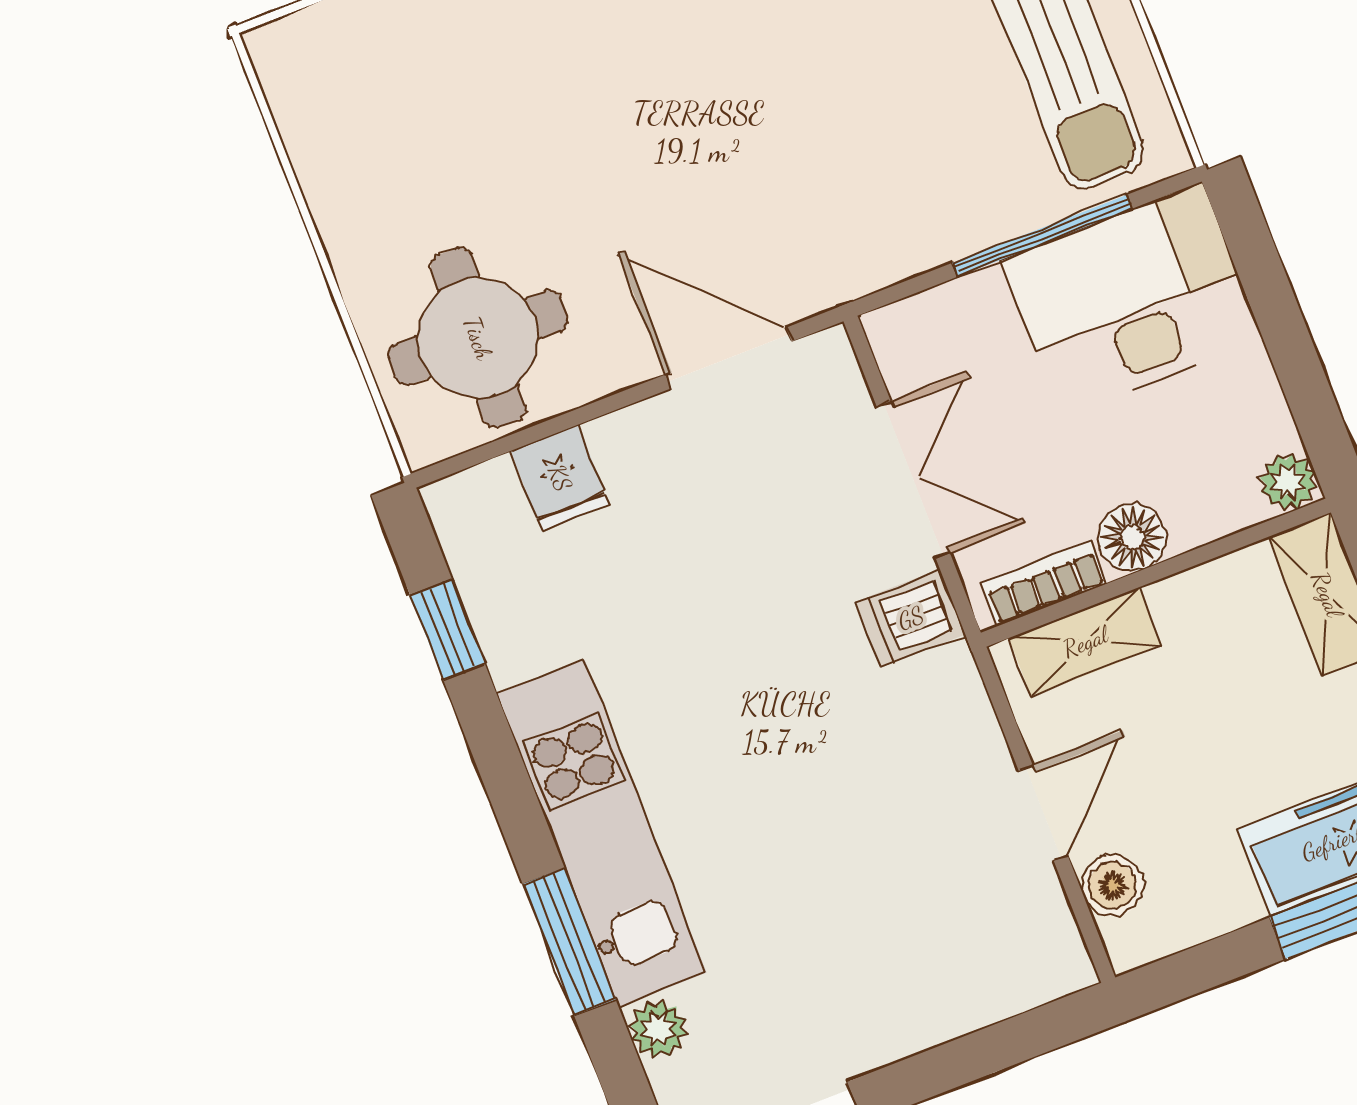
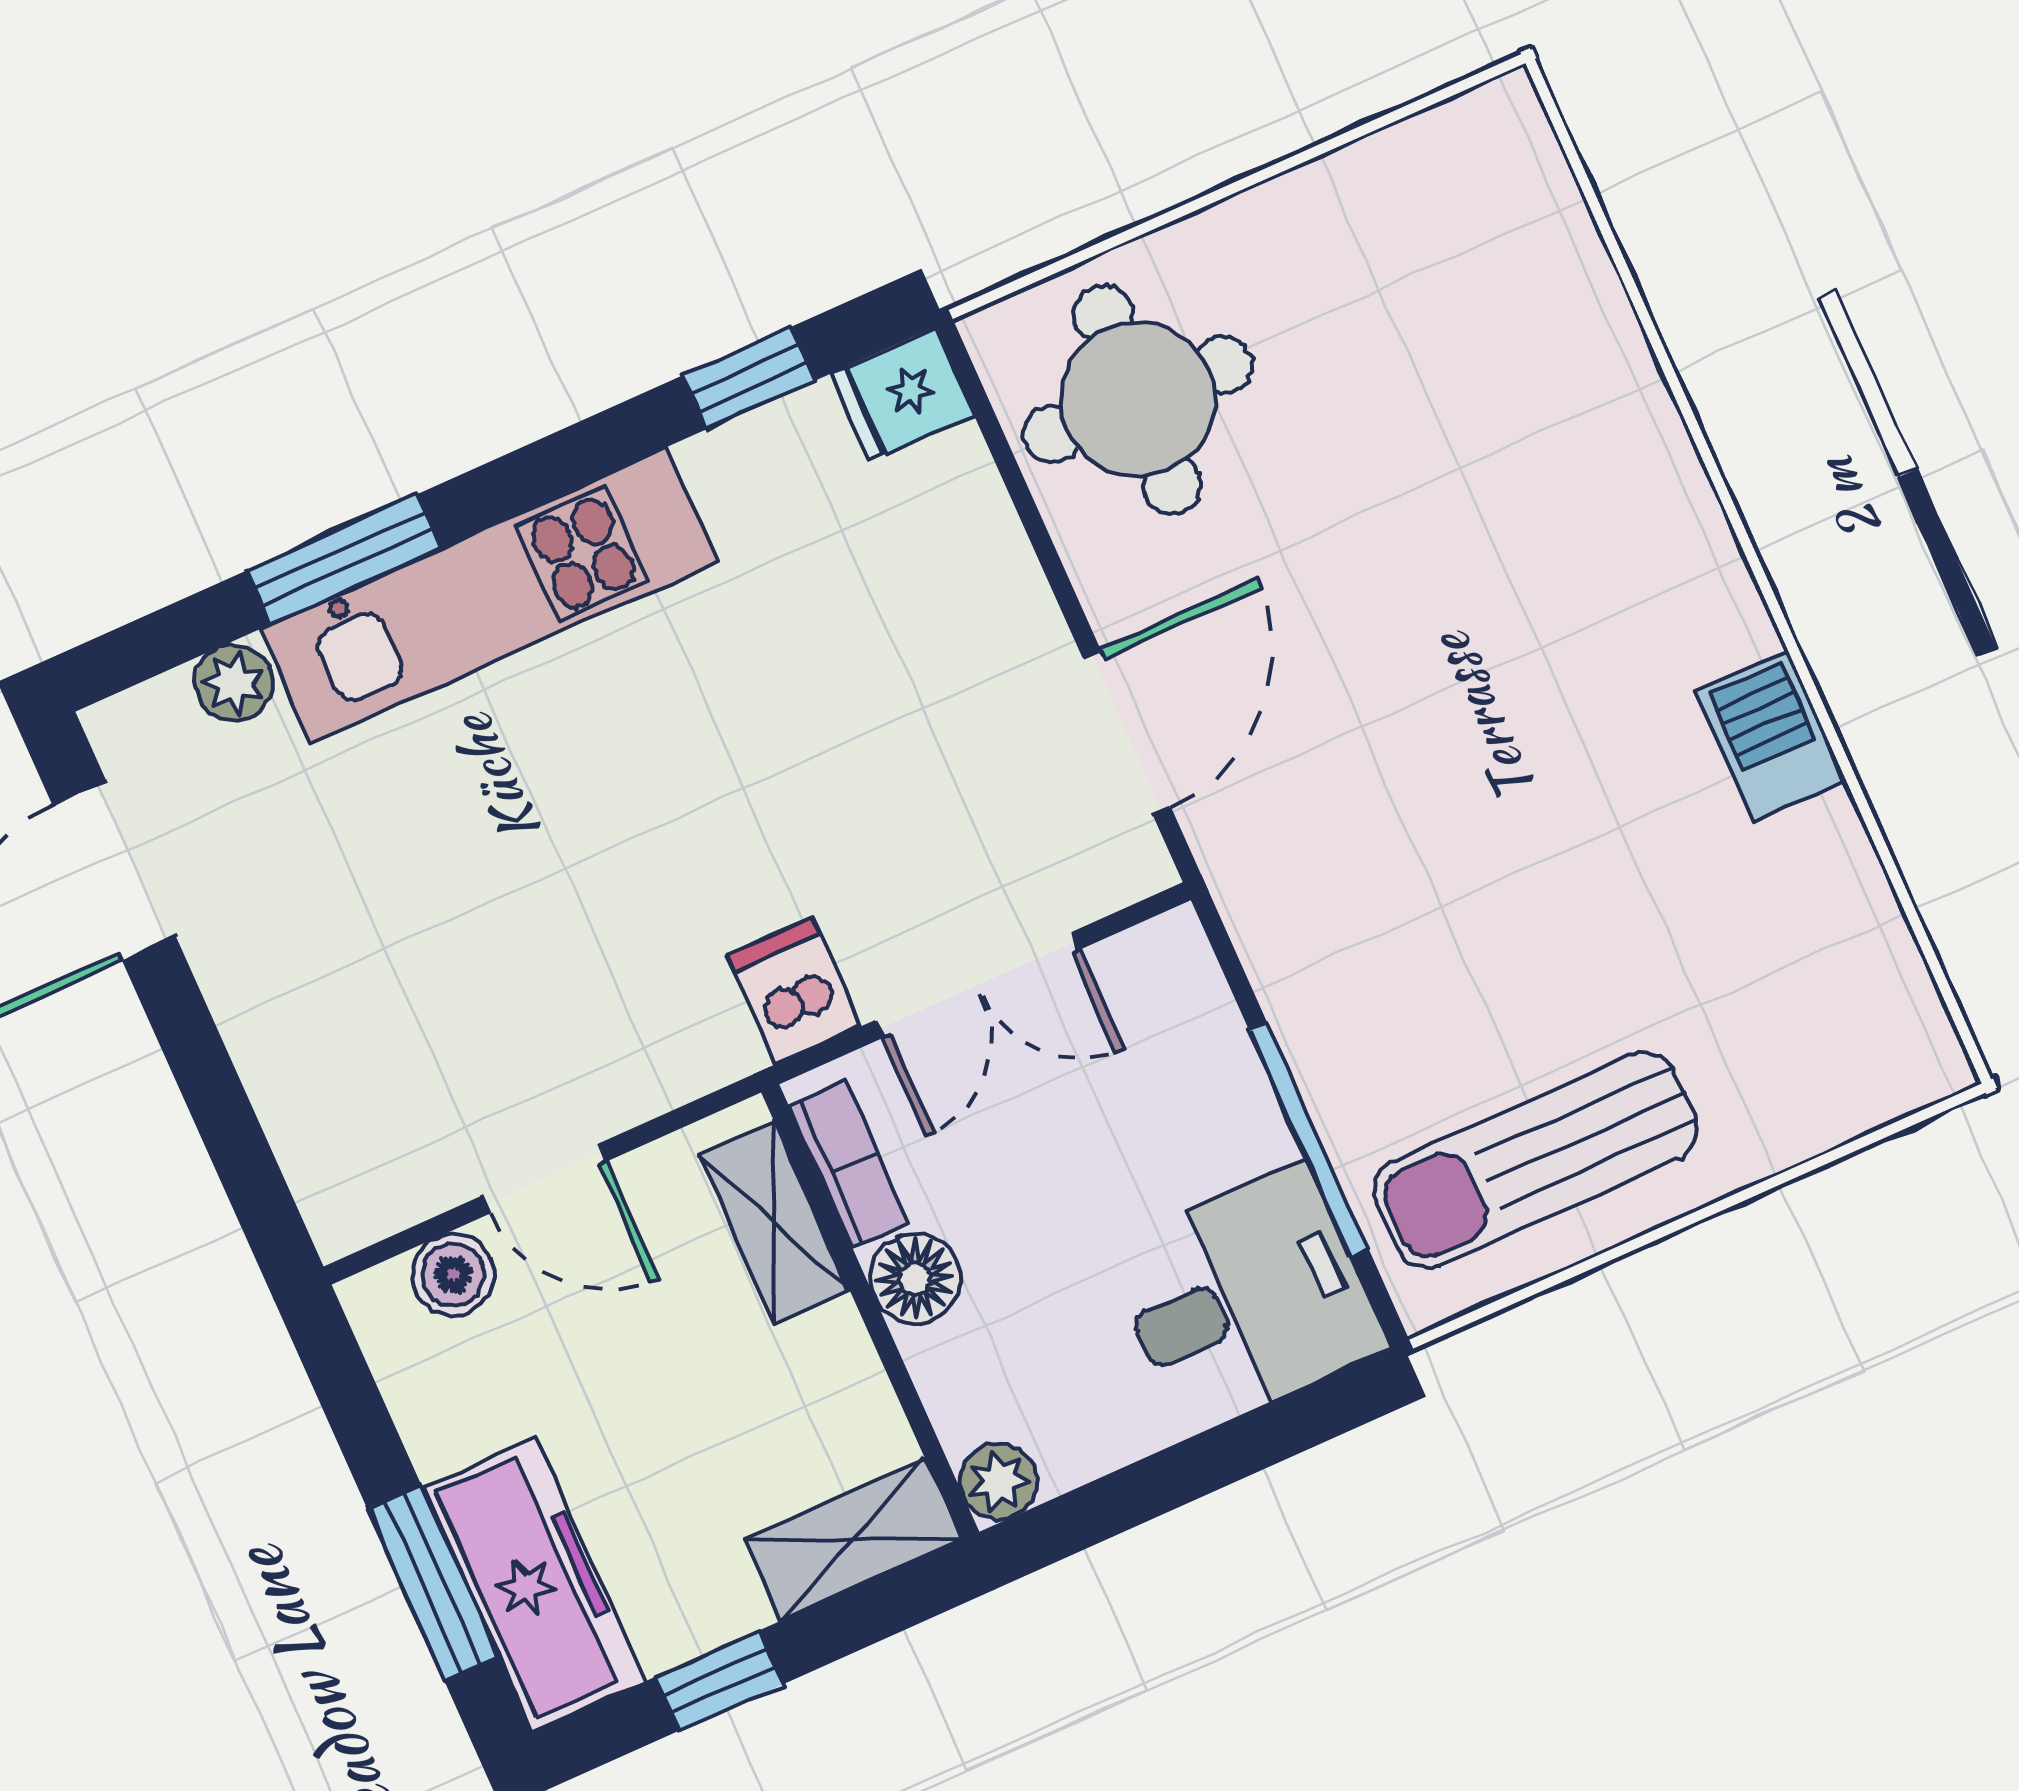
desk: (1132, 300) -> (1246, 1298), width x0.73
fridge: (560, 478) -> (902, 394), moved

